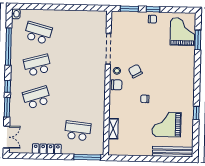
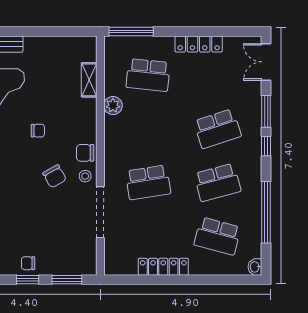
locker: (71, 15) -> (163, 267), added
school desk: (79, 66) -> (148, 182), added
plant: (99, 113) -> (113, 106), added

